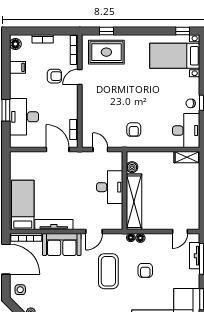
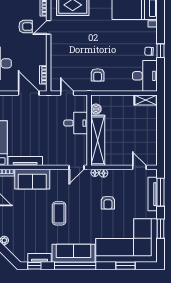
desk: (110, 187) -> (76, 123), width x0.73
door: (94, 232) -> (77, 167), moved
door: (180, 232) -> (139, 167), swing flipped
tv unit: (195, 256) -> (153, 194), width x1.41
coffee table: (108, 271) -> (59, 213), moved, width x0.73, depth x0.76

